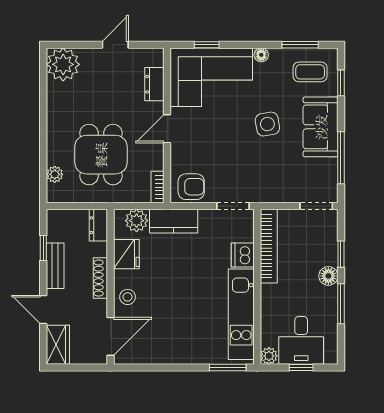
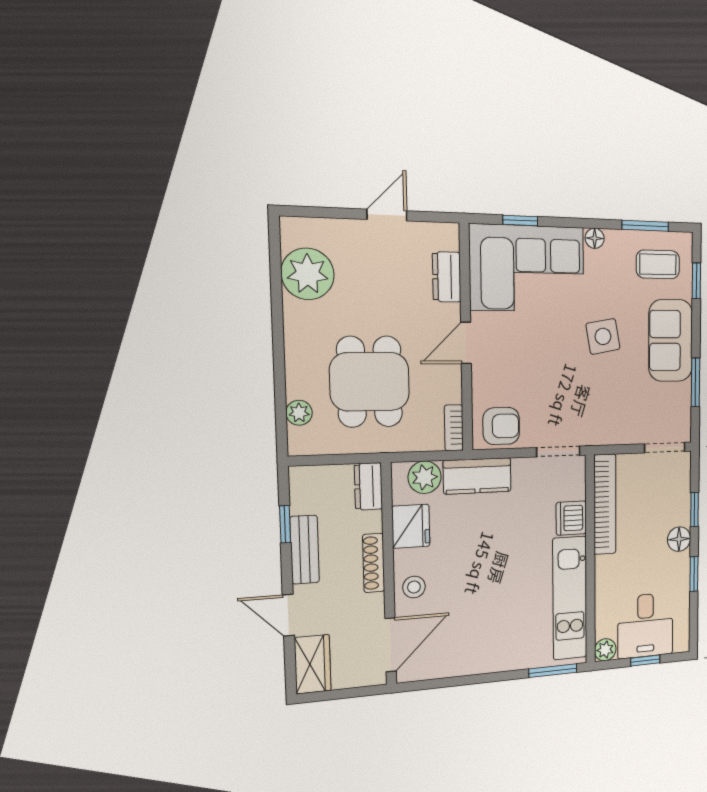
plant: (63, 64) -> (308, 274), moved
window: (341, 158) -> (696, 382), width x0.69
window: (341, 304) -> (694, 574), width x0.67

